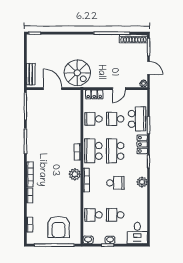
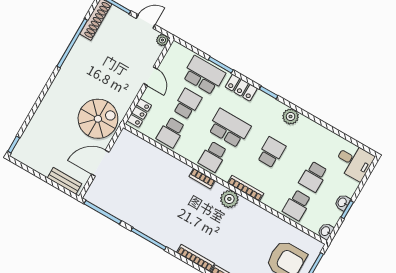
school desk: (115, 119) -> (187, 104), turned 180
school desk: (93, 151) -> (213, 157), width x0.54
school desk: (115, 151) -> (229, 128), turned 180

